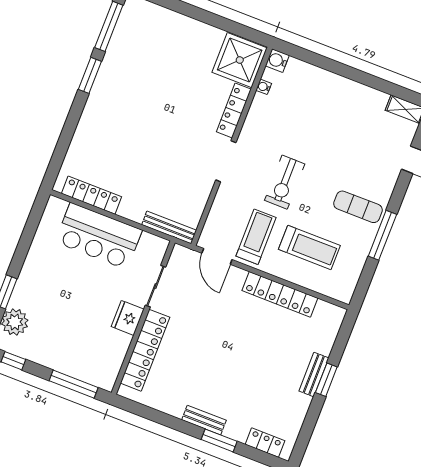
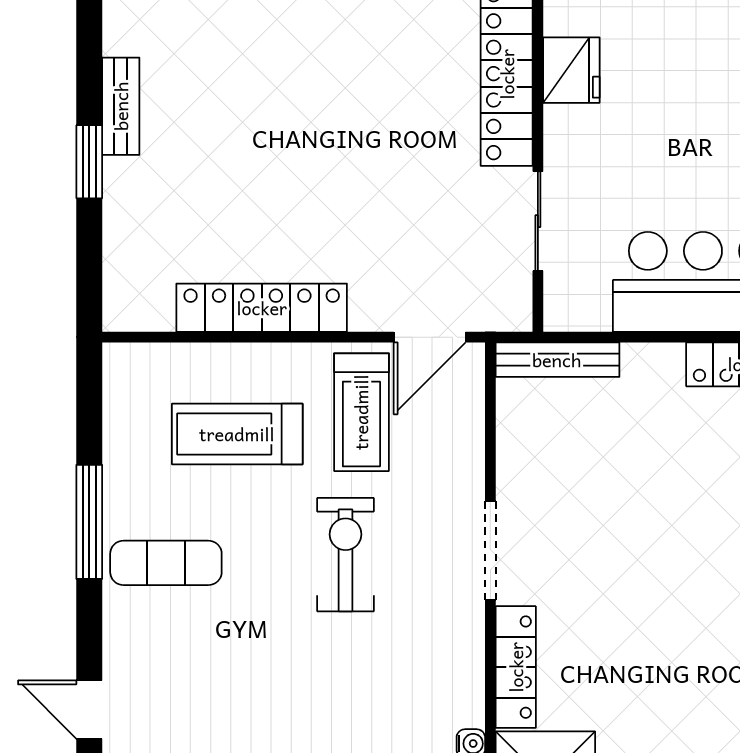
door: (217, 256) -> (430, 337), swing flipped
fridge: (128, 318) -> (571, 70), moved
bench: (314, 374) -> (121, 106), moved

